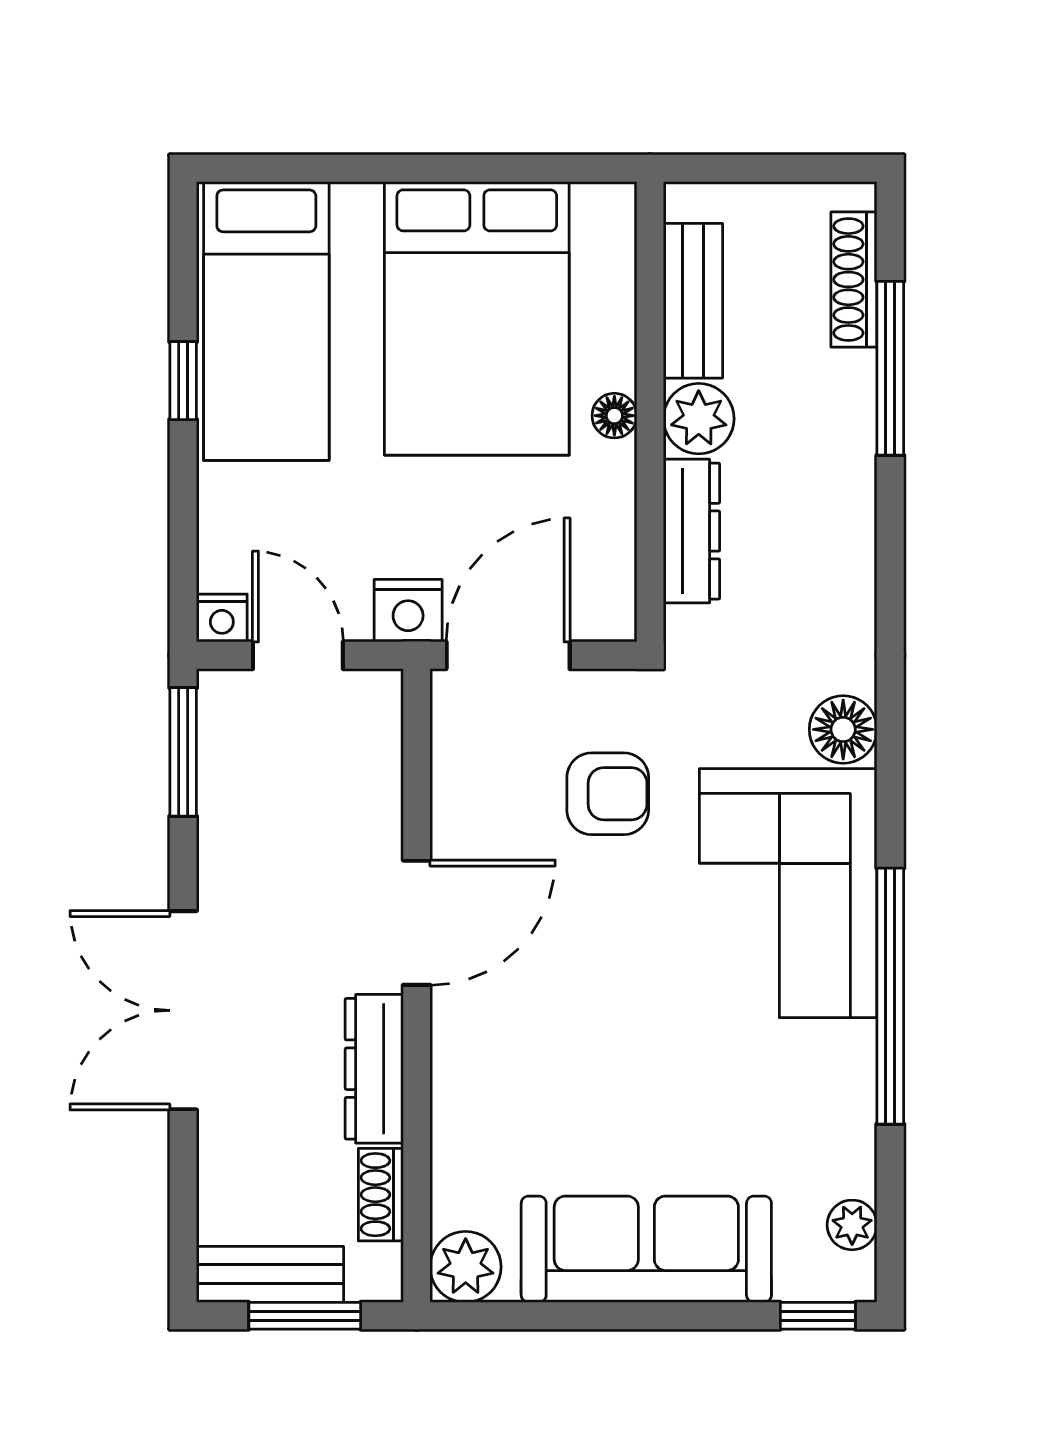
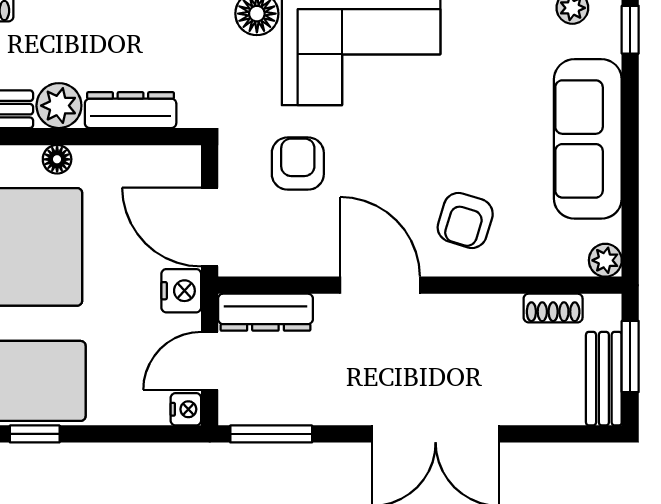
armchair: (518, 1057) -> (465, 220), added
dresser: (374, 1069) -> (265, 312), moved
plant: (466, 1267) -> (605, 260), width x0.73, depth x0.73

